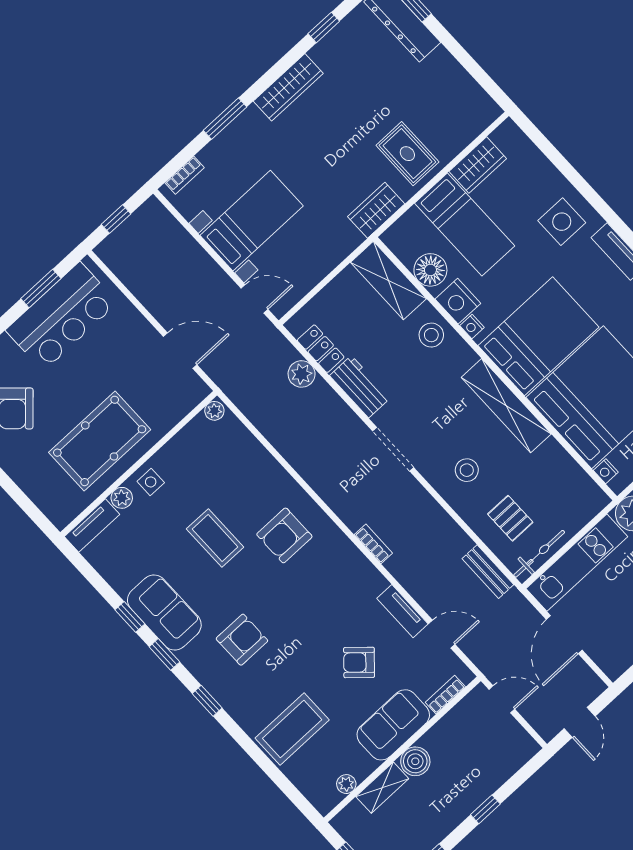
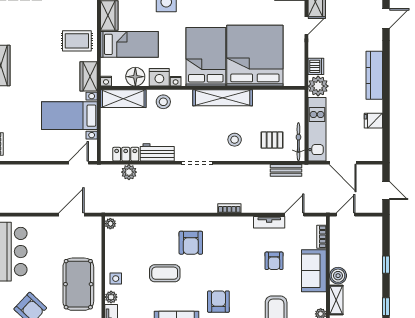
bed with nightstands: (252, 221) -> (69, 116), moved, turned -90
nightstand: (606, 471) -> (106, 81), moved
armchair: (359, 662) -> (274, 261), turned -42

